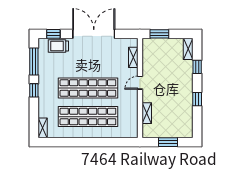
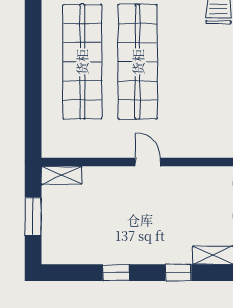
shelving: (133, 57) -> (197, 149), removed
shelving: (147, 113) -> (62, 175), moved

